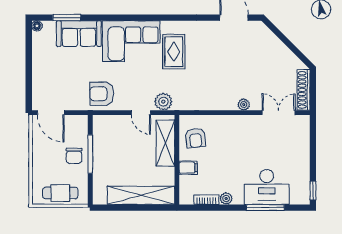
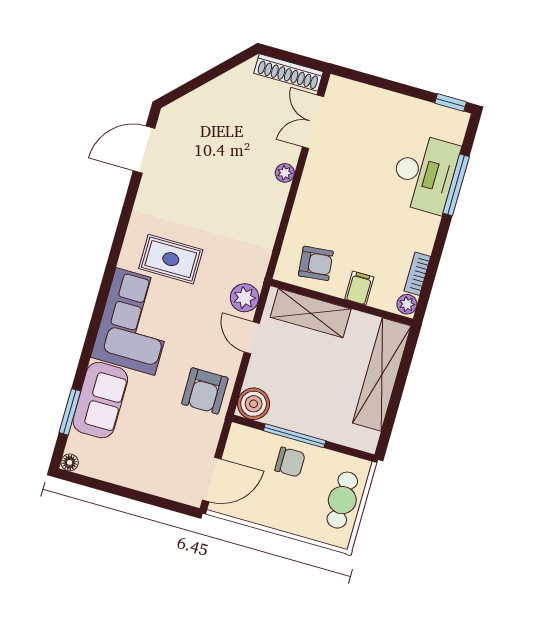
door: (141, 113) -> (252, 338), swing flipped
boiler: (102, 125) -> (254, 404), added
plant: (226, 198) -> (407, 304), moved

